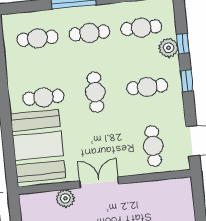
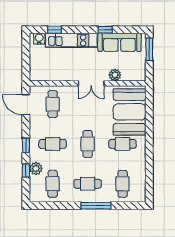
cafe table: (141, 28) -> (53, 184), turned 90
cafe table: (37, 38) -> (123, 184), turned 90

